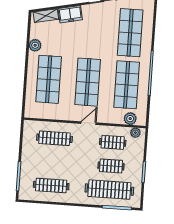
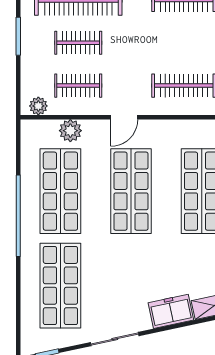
plant: (130, 119) -> (70, 131), moved

